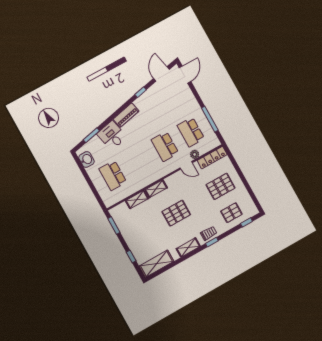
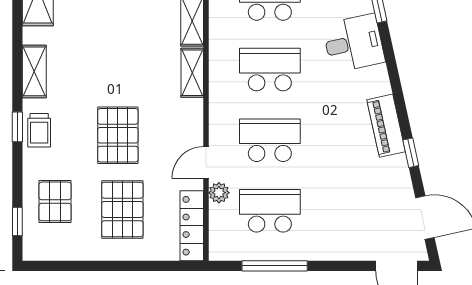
piano: (126, 115) -> (386, 126), moved
school desk: (139, 161) -> (270, 70), added
pallet: (176, 213) -> (118, 135), moved

